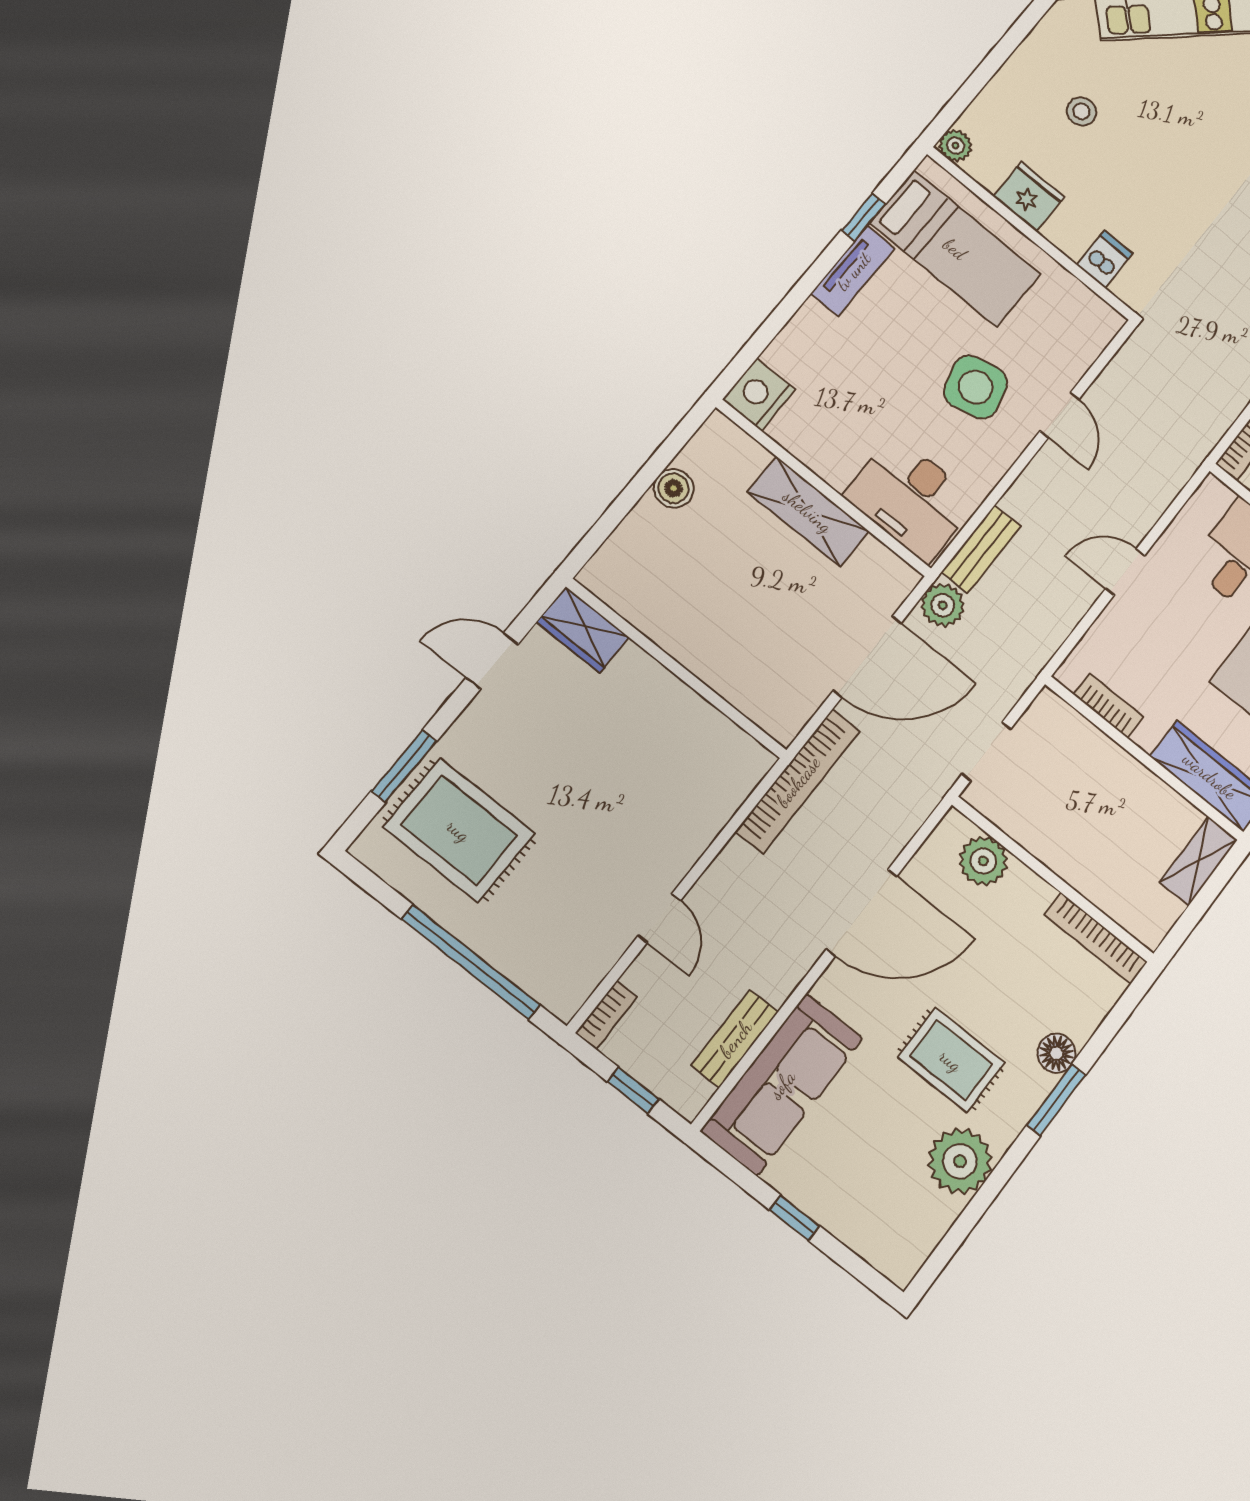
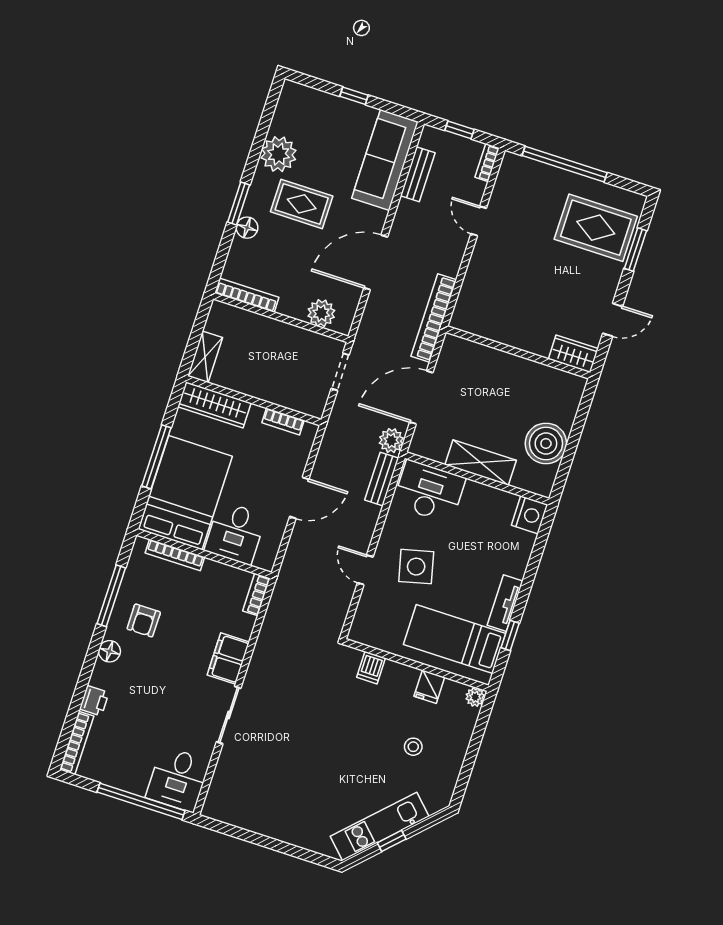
fridge: (1029, 197) -> (429, 687), width x0.72
boiler: (674, 488) -> (546, 443), width x1.86, depth x1.86
door: (1125, 572) -> (299, 498), width x1.38

